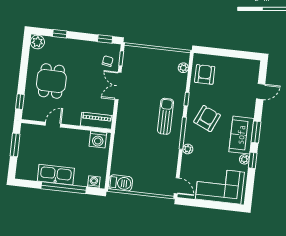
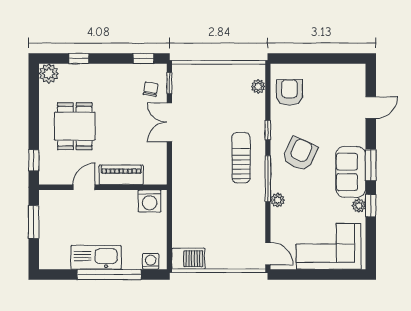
piano: (97, 121) -> (121, 175), moved

